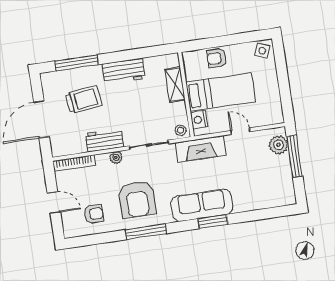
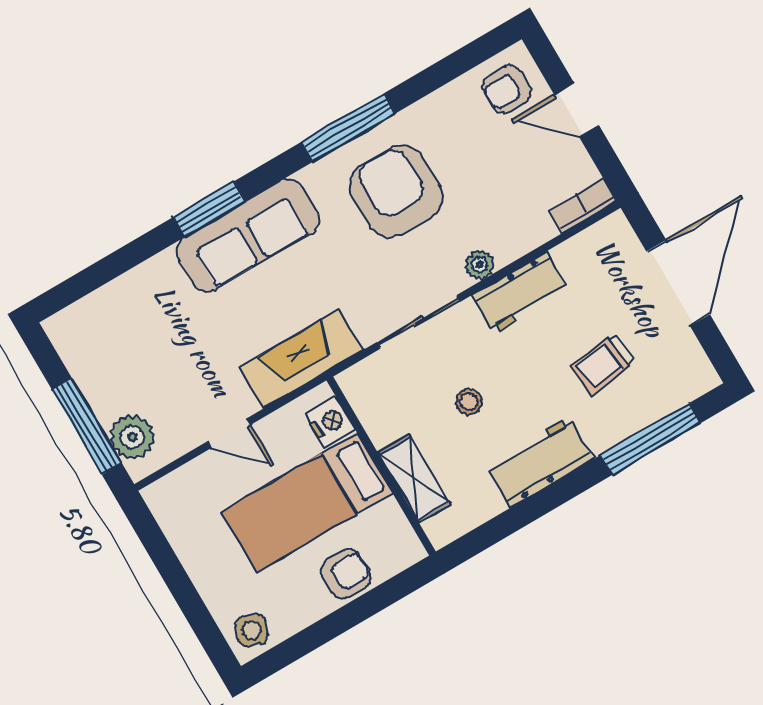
trolley: (84, 100) -> (603, 364), width x0.73, depth x0.72
stool: (181, 130) -> (469, 402), moved
bookcase: (74, 163) -> (583, 206), width x0.64
armchair: (94, 214) -> (507, 89), moved

